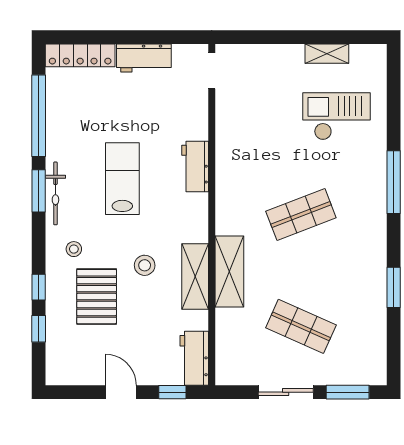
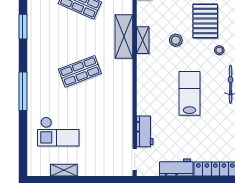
workbench: (195, 166) -> (145, 131), moved
lab bench: (122, 179) -> (189, 93), turned 180
shelving: (195, 276) -> (143, 40), width x0.67, depth x0.75

